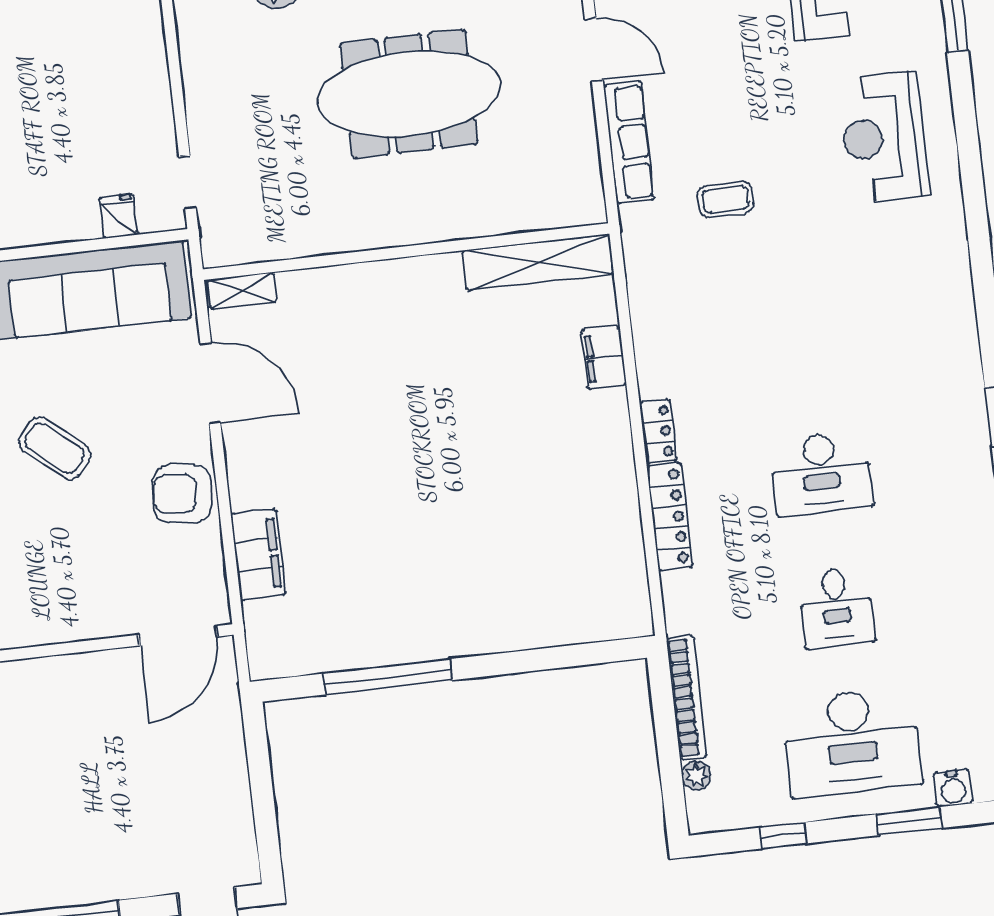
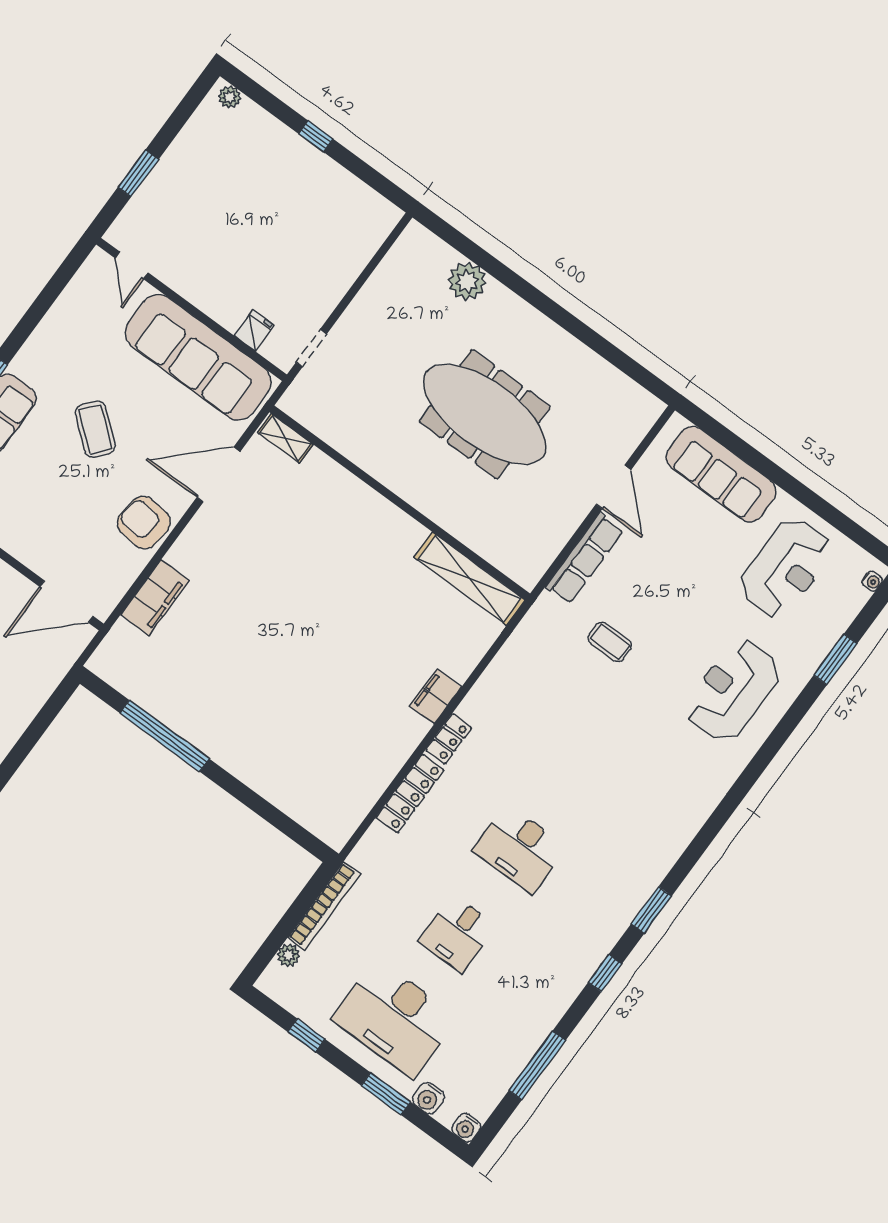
filing cabinet: (604, 358) -> (436, 696), moved
door: (210, 383) -> (218, 475), swing flipped

